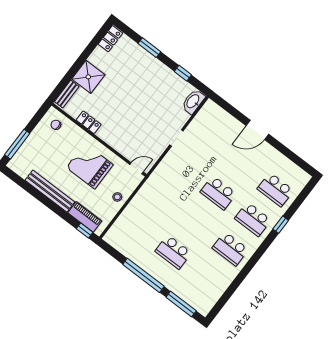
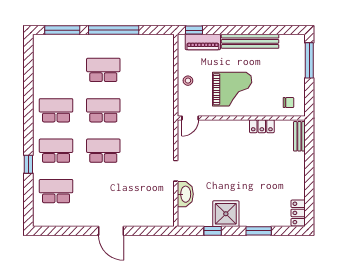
shower: (88, 77) -> (226, 214), moved
washbasin: (193, 101) -> (185, 194), moved
door: (257, 130) -> (111, 231), swing flipped
school desk: (196, 222) -> (103, 110), added

